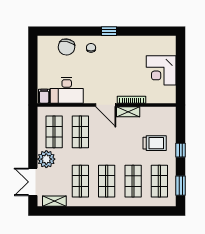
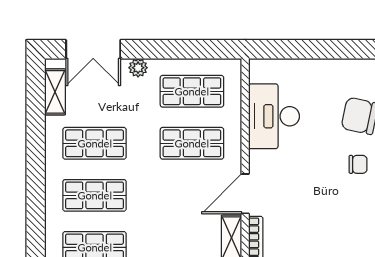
filing cabinet: (44, 96) -> (263, 72), removed
plant: (46, 159) -> (138, 68), width x0.53, depth x0.53
double door: (33, 182) -> (93, 49), swing flipped

